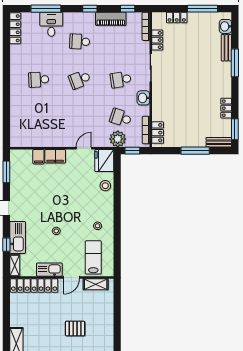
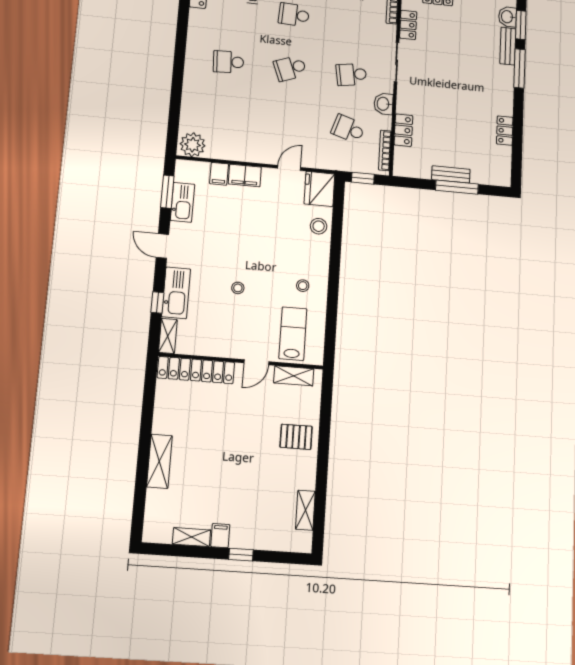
window: (235, 129) -> (521, 25), moved
locker: (158, 133) -> (403, 130), moved
plant: (118, 139) -> (193, 145), moved
bench: (219, 142) -> (451, 174), moved
kitchen sink: (49, 270) -> (182, 202), moved, turned 90
pallet: (75, 328) -> (296, 437), moved

